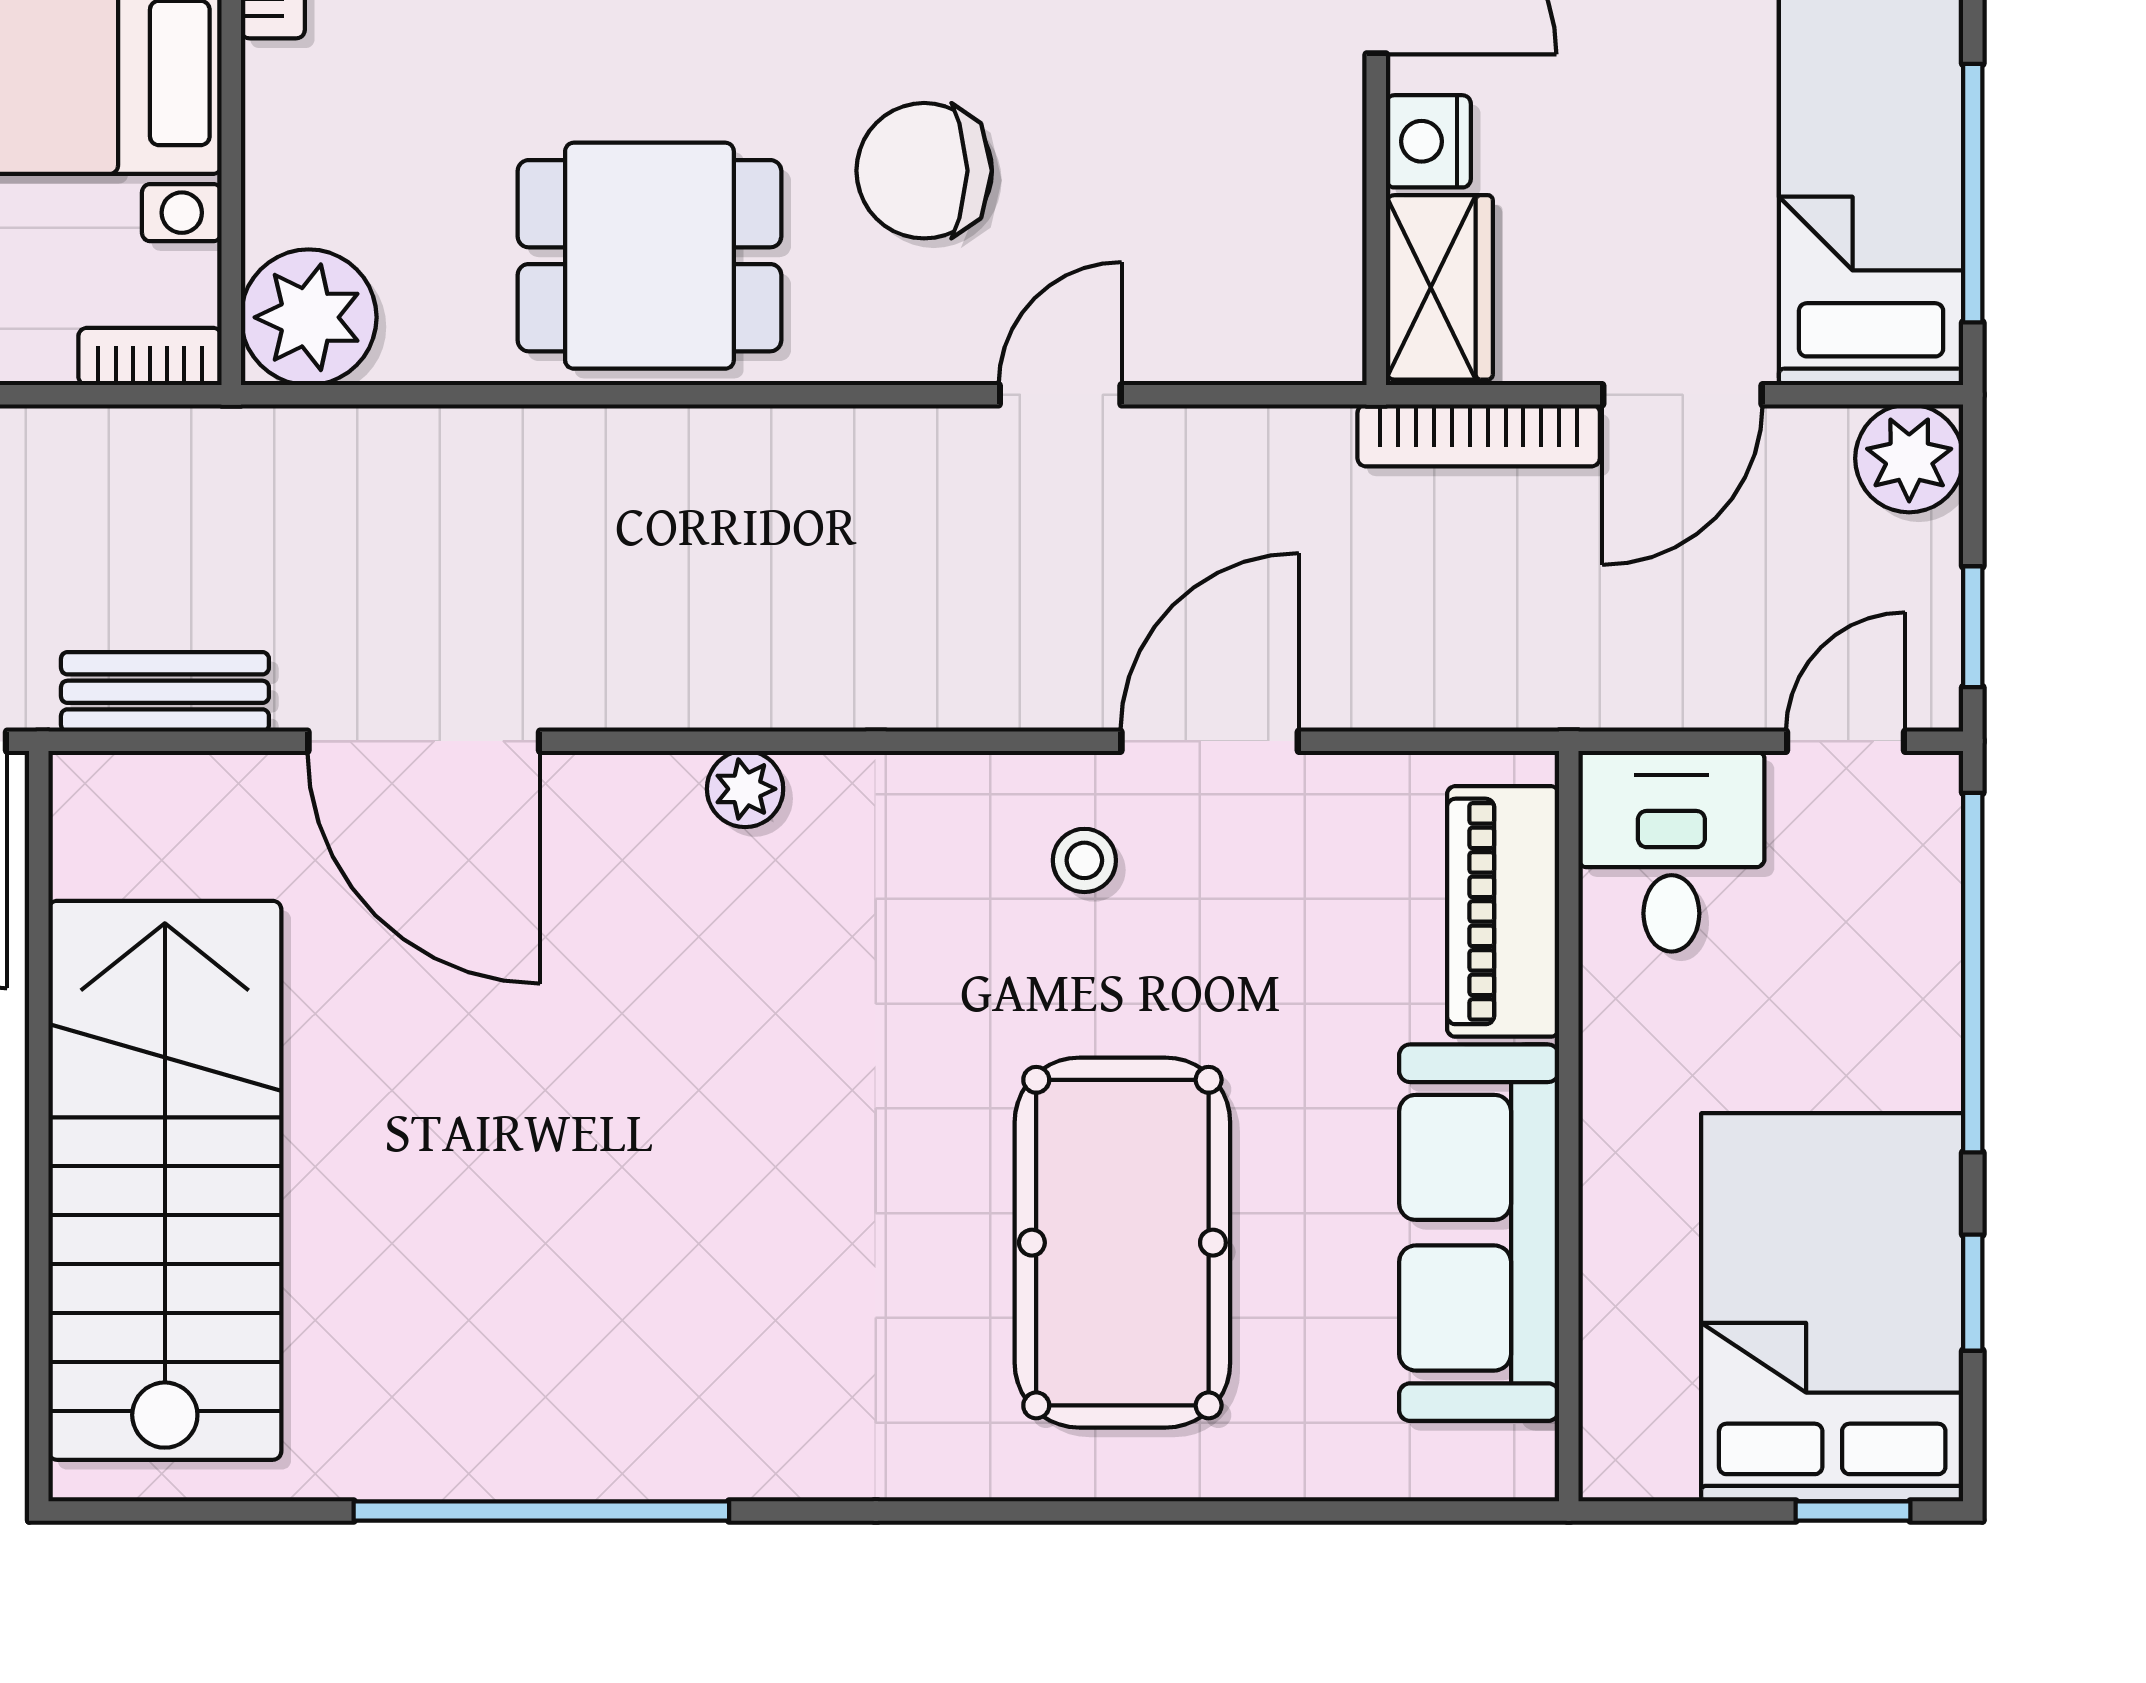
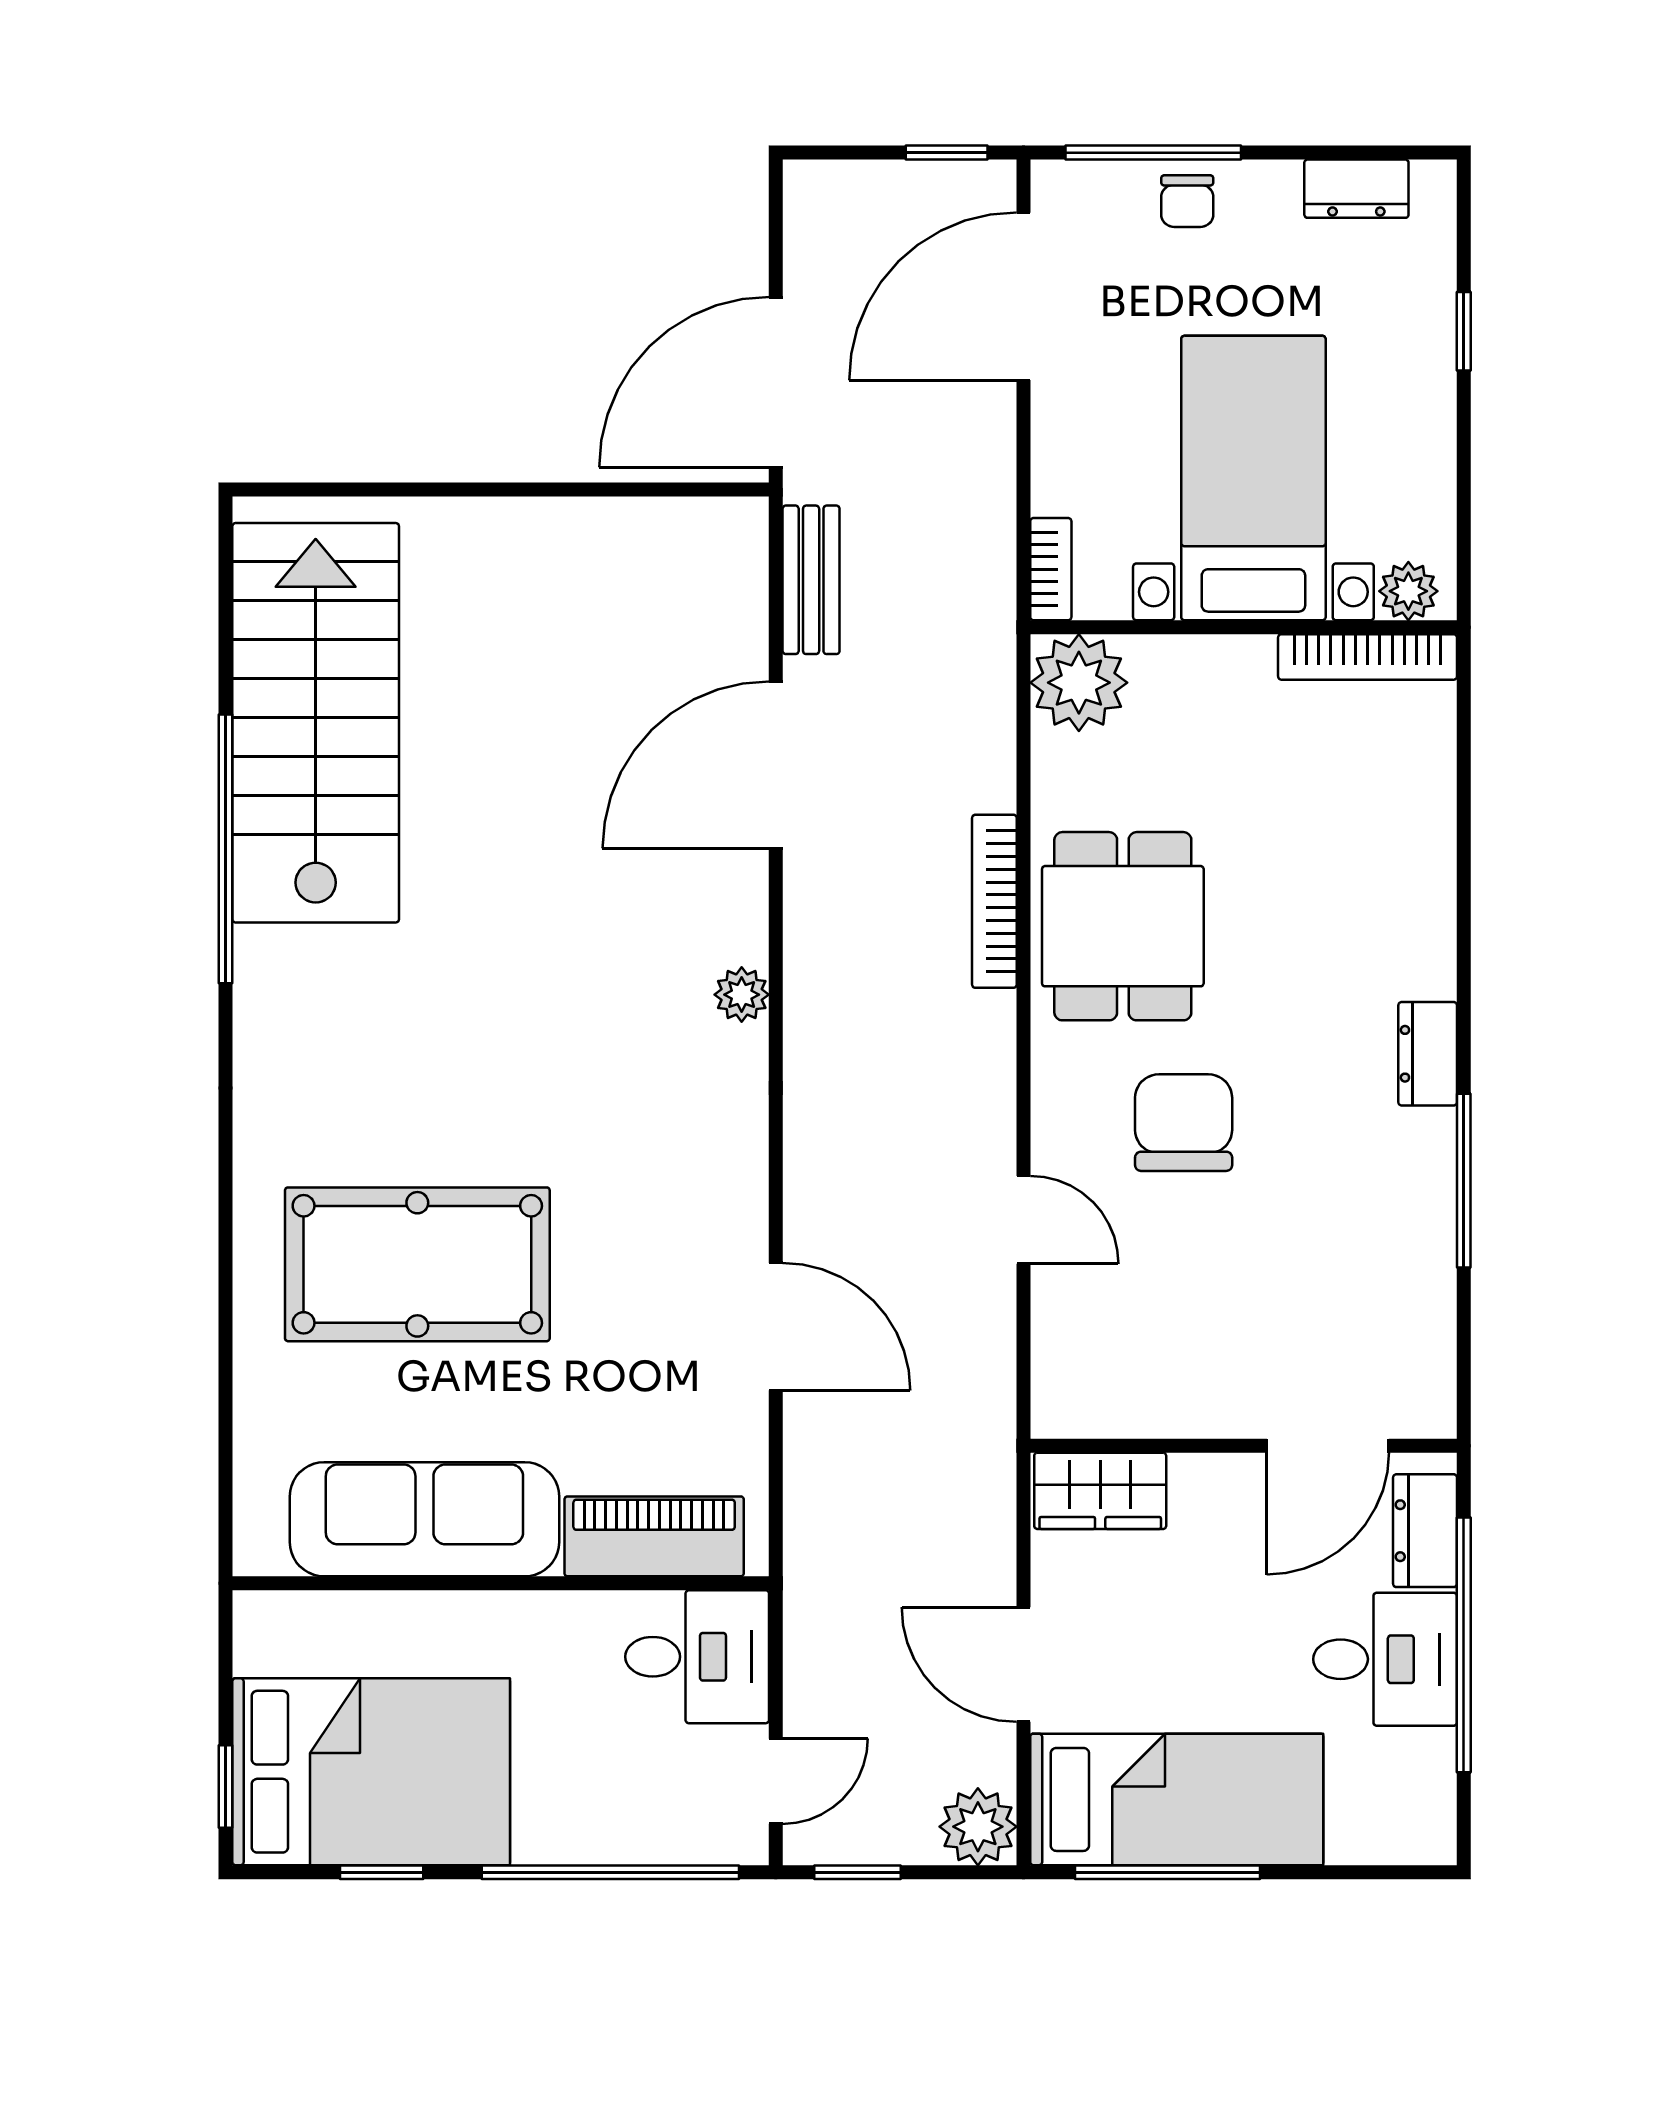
nightstand: (1428, 141) -> (1205, 1483), removed
bookcase: (1479, 435) -> (994, 901), moved
door: (1845, 741) -> (776, 1781), hinge flipped
stool: (1084, 860) -> (691, 1237), removed
stairs: (165, 1180) -> (316, 723), moved, turned -90

